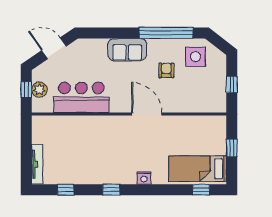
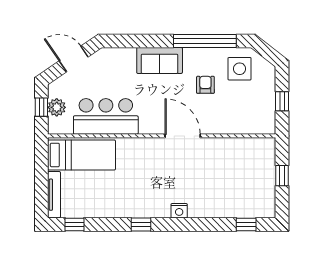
bed: (198, 169) -> (82, 155), moved, turned 180
window: (66, 190) -> (74, 225), moved

